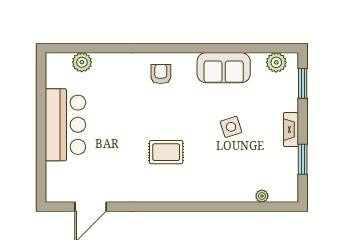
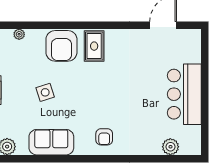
rug: (166, 152) -> (94, 46), moved, turned 90
armchair: (212, 182) -> (61, 46), added

